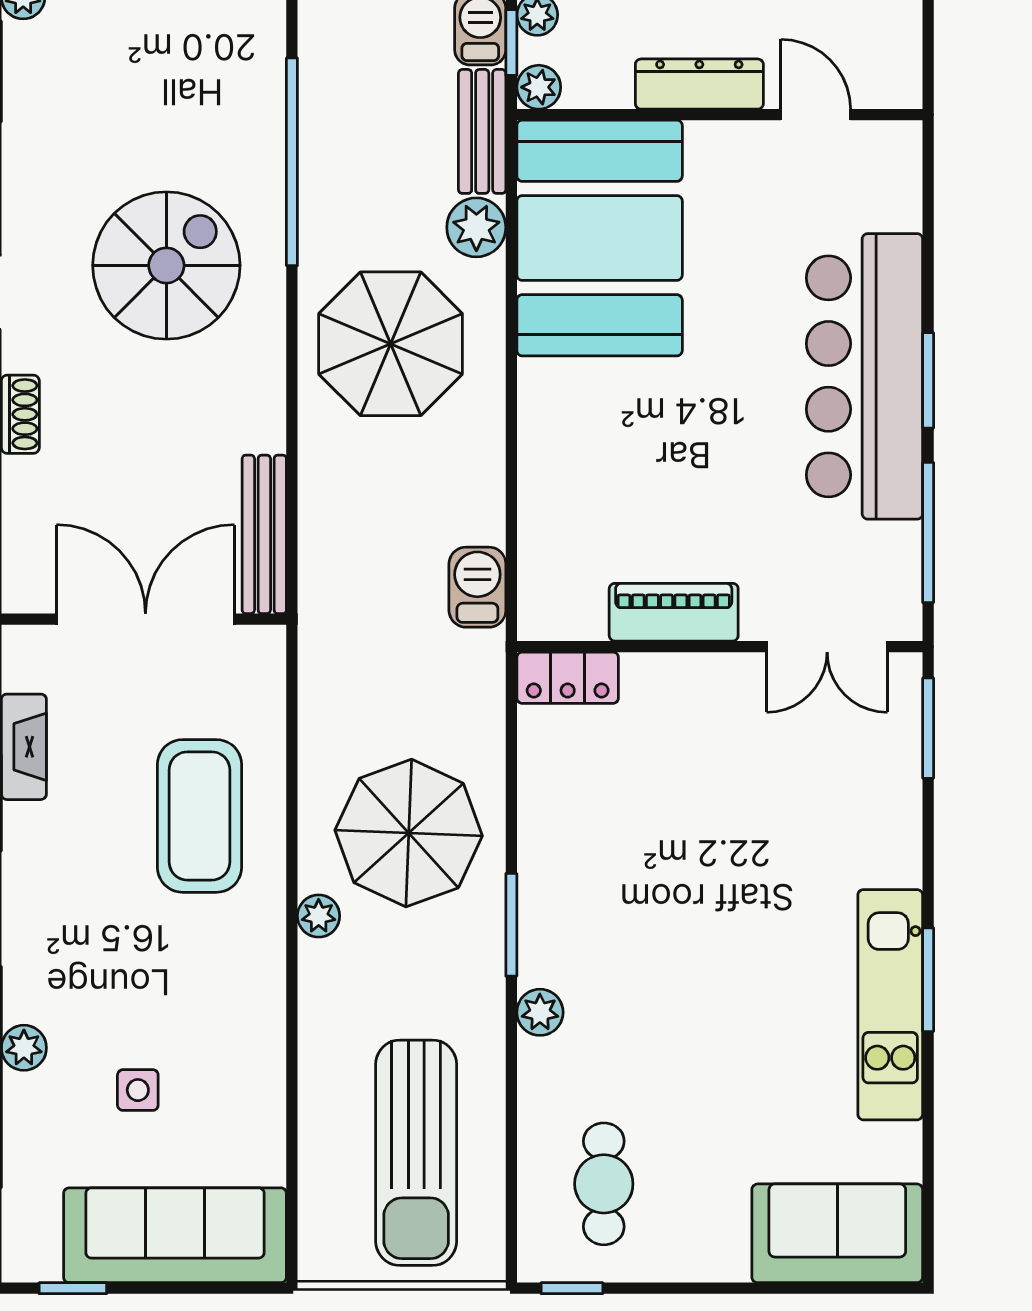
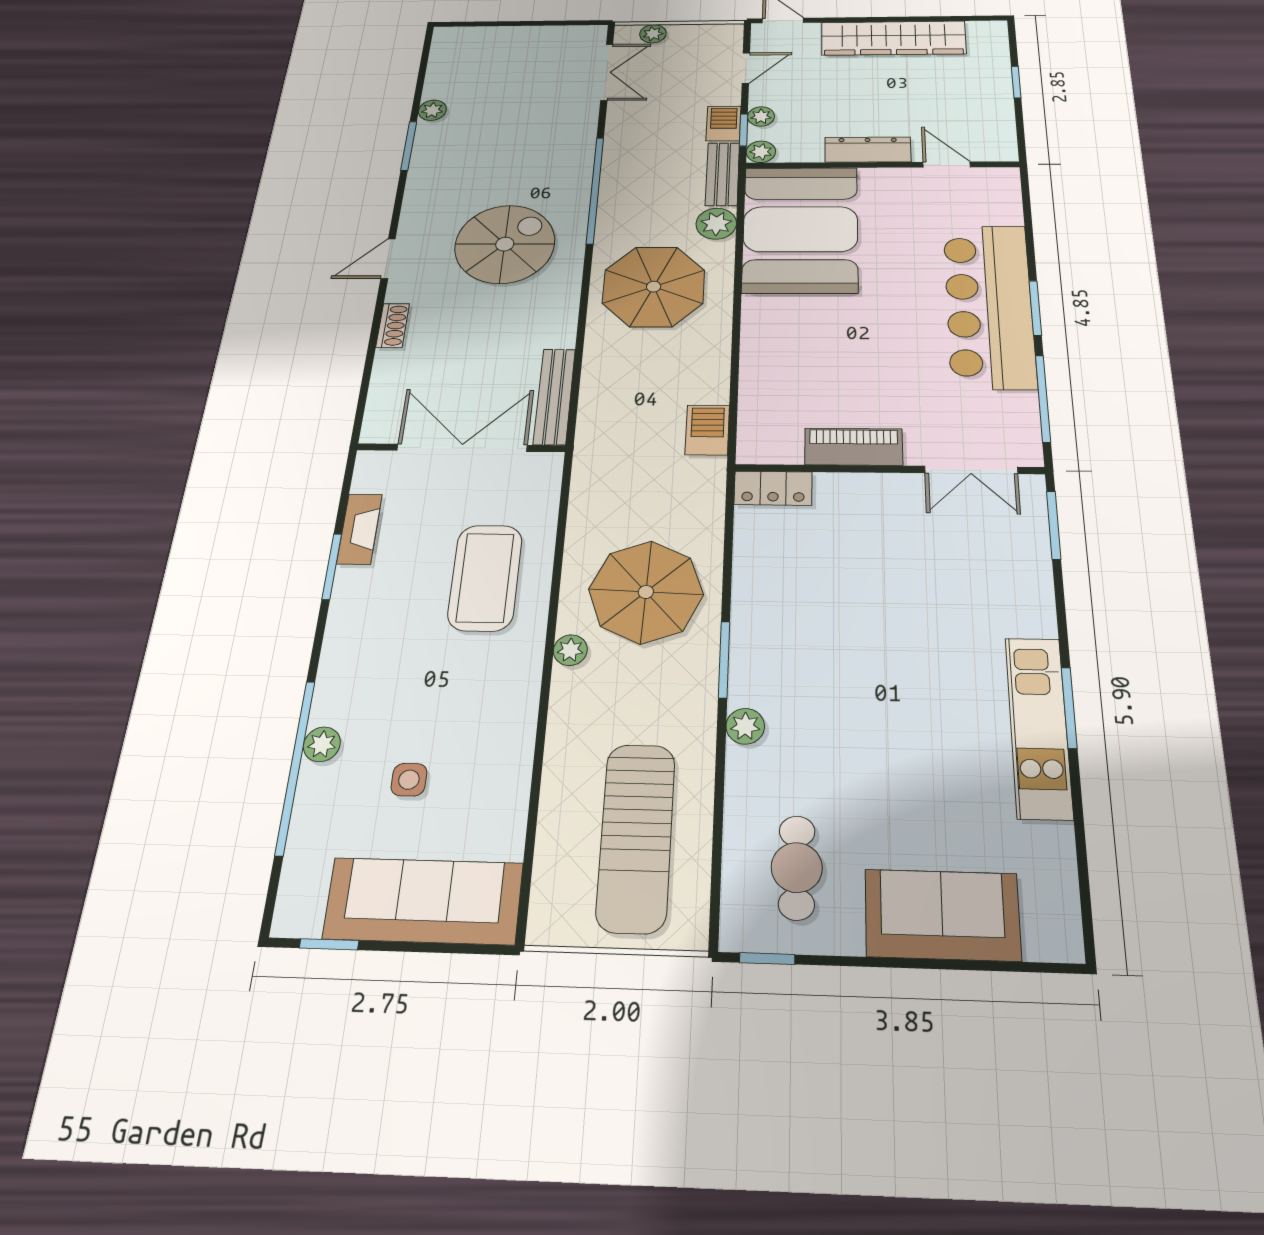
sofa: (837, 1233) -> (942, 915), moved

